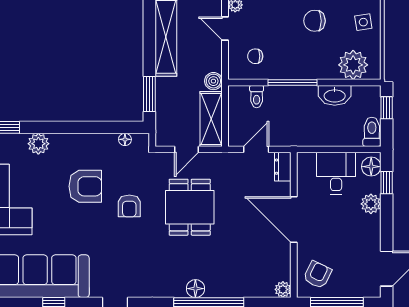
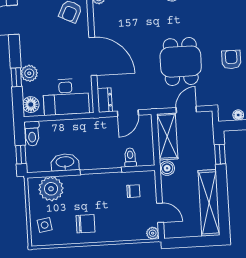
window: (149, 94) -> (220, 154), width x0.67
desk: (336, 173) -> (66, 97), width x1.37
window: (387, 183) -> (16, 77), moved

